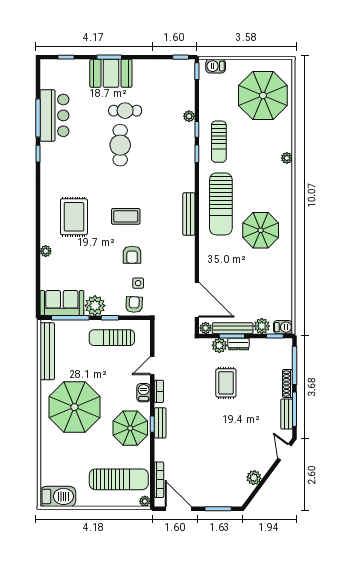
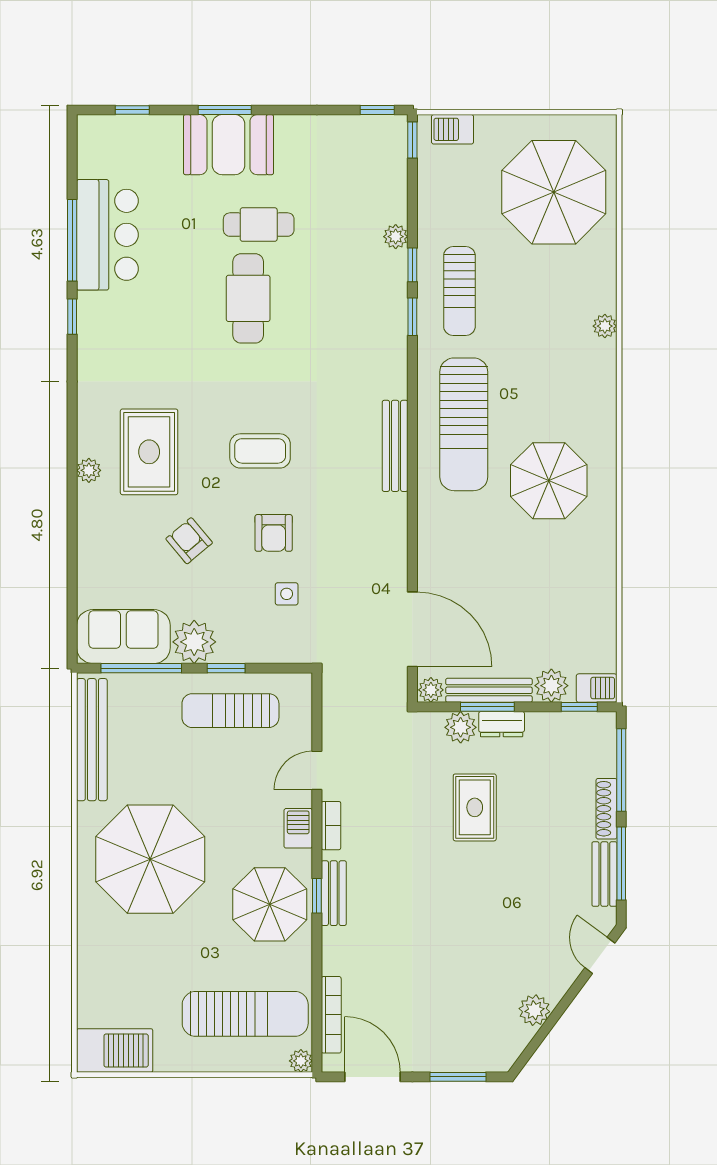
plant: (46, 251) -> (89, 470), moved
armchair: (134, 305) -> (189, 541), moved, turned -43

